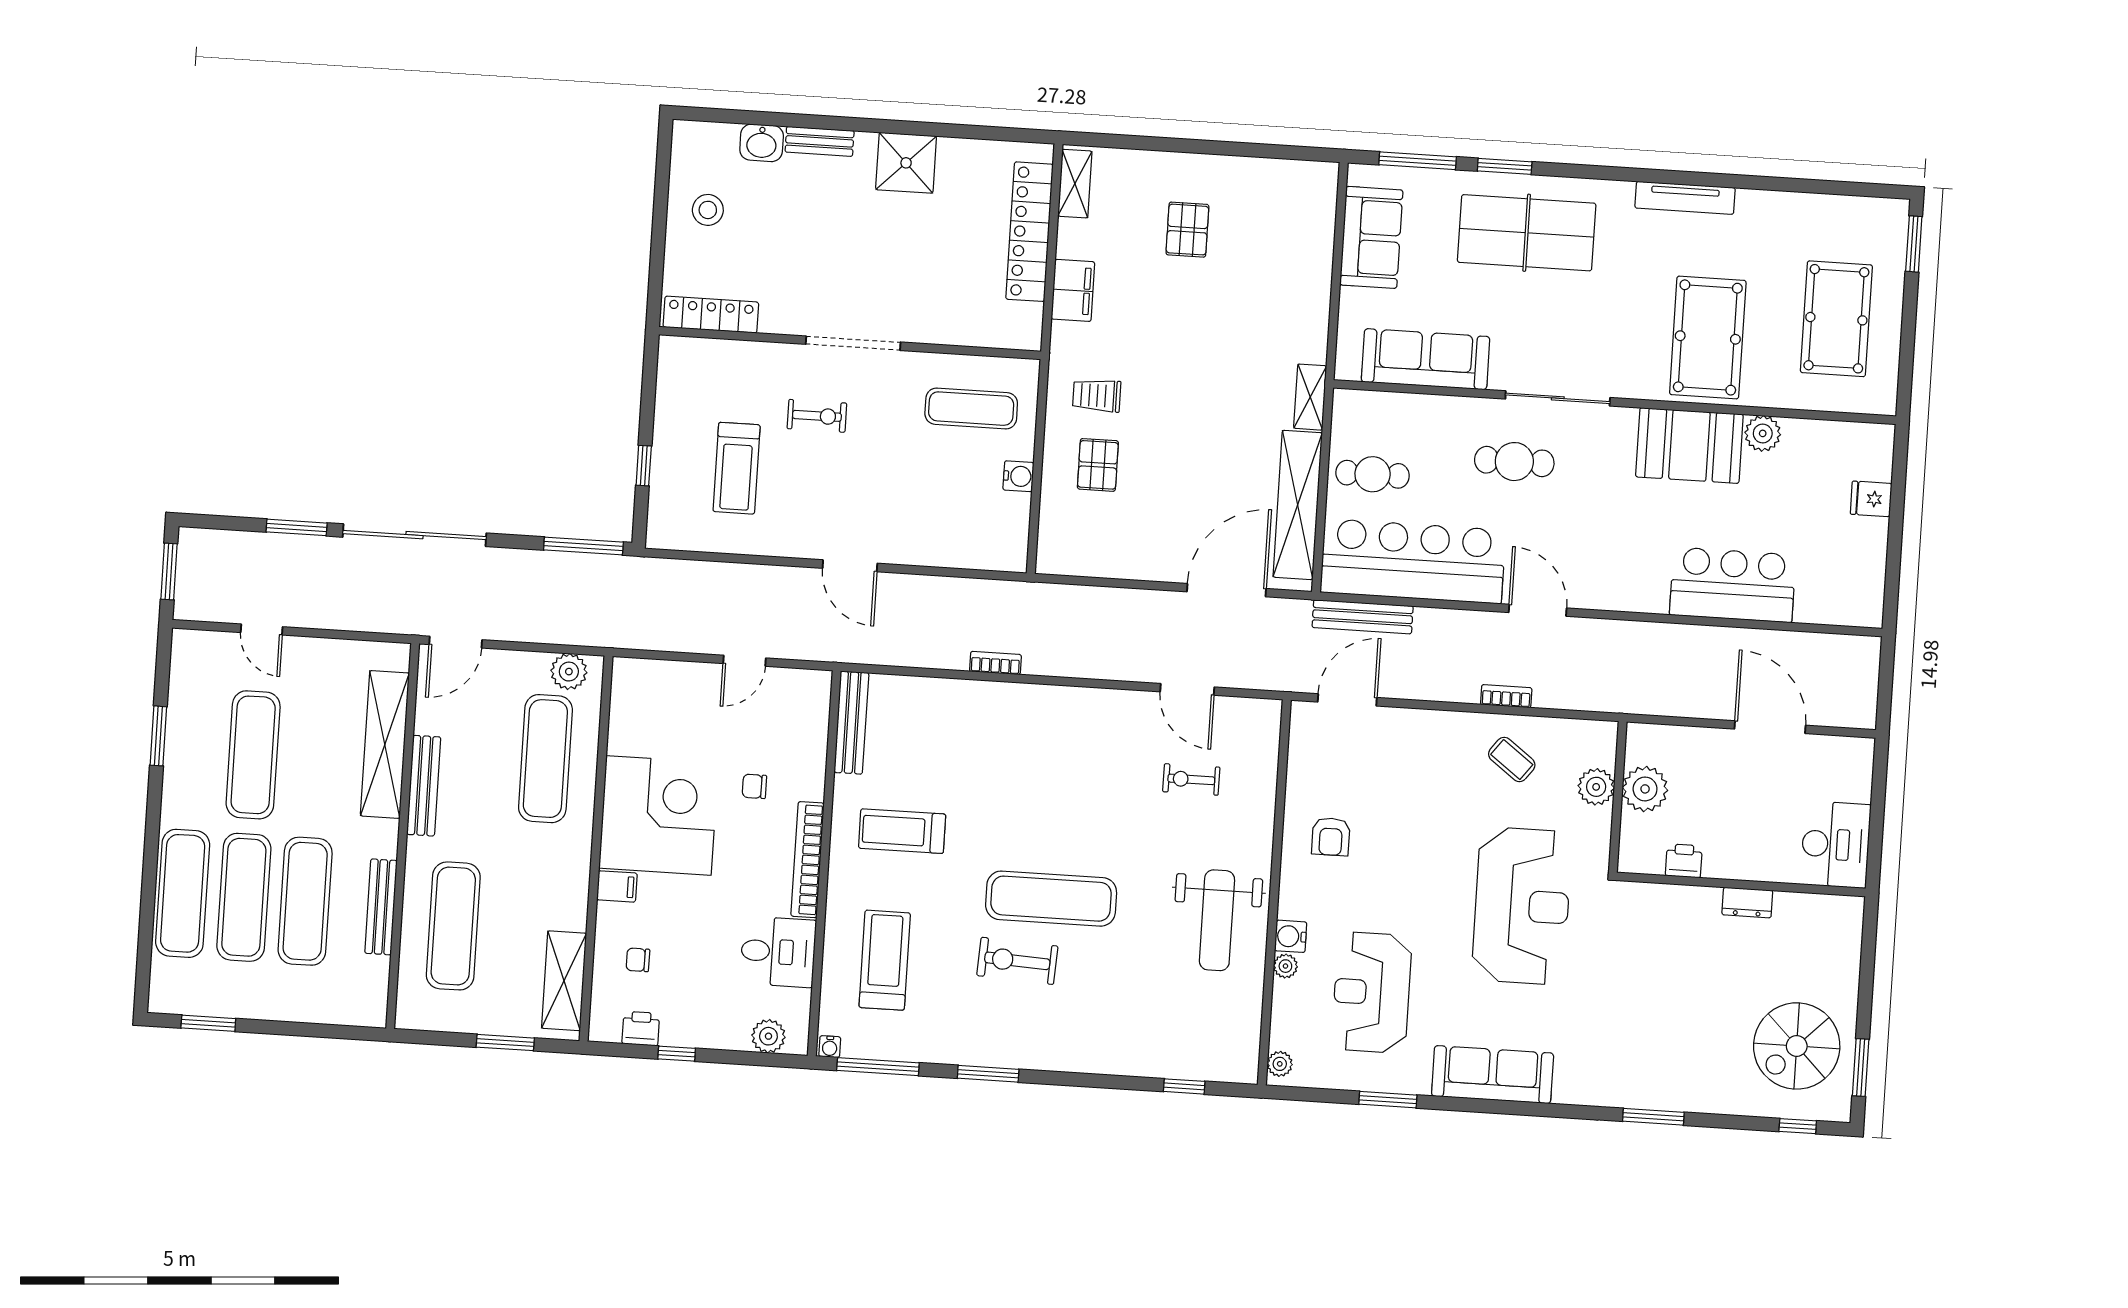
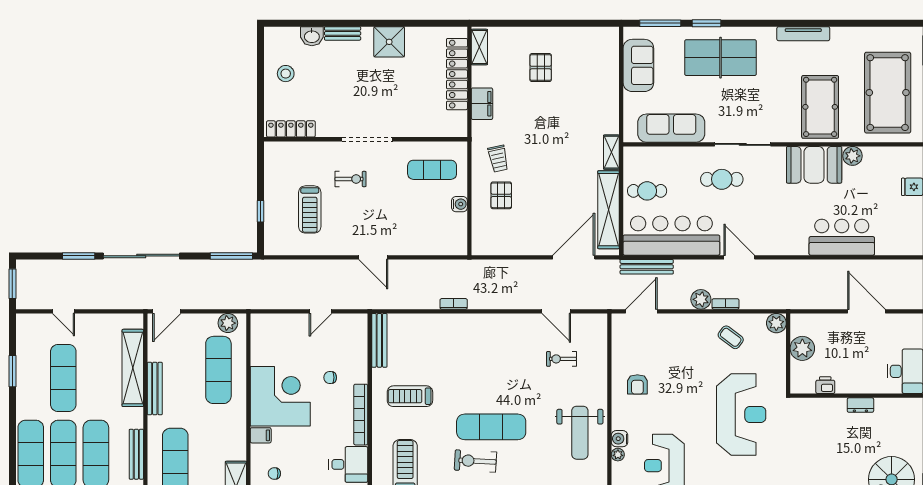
pool table: (1836, 319) -> (888, 93), width x1.36, depth x1.32
trolley: (1097, 396) -> (498, 159), turned -102
plant: (1460, 685) -> (701, 299), added
plant: (1596, 787) -> (776, 323), moved

